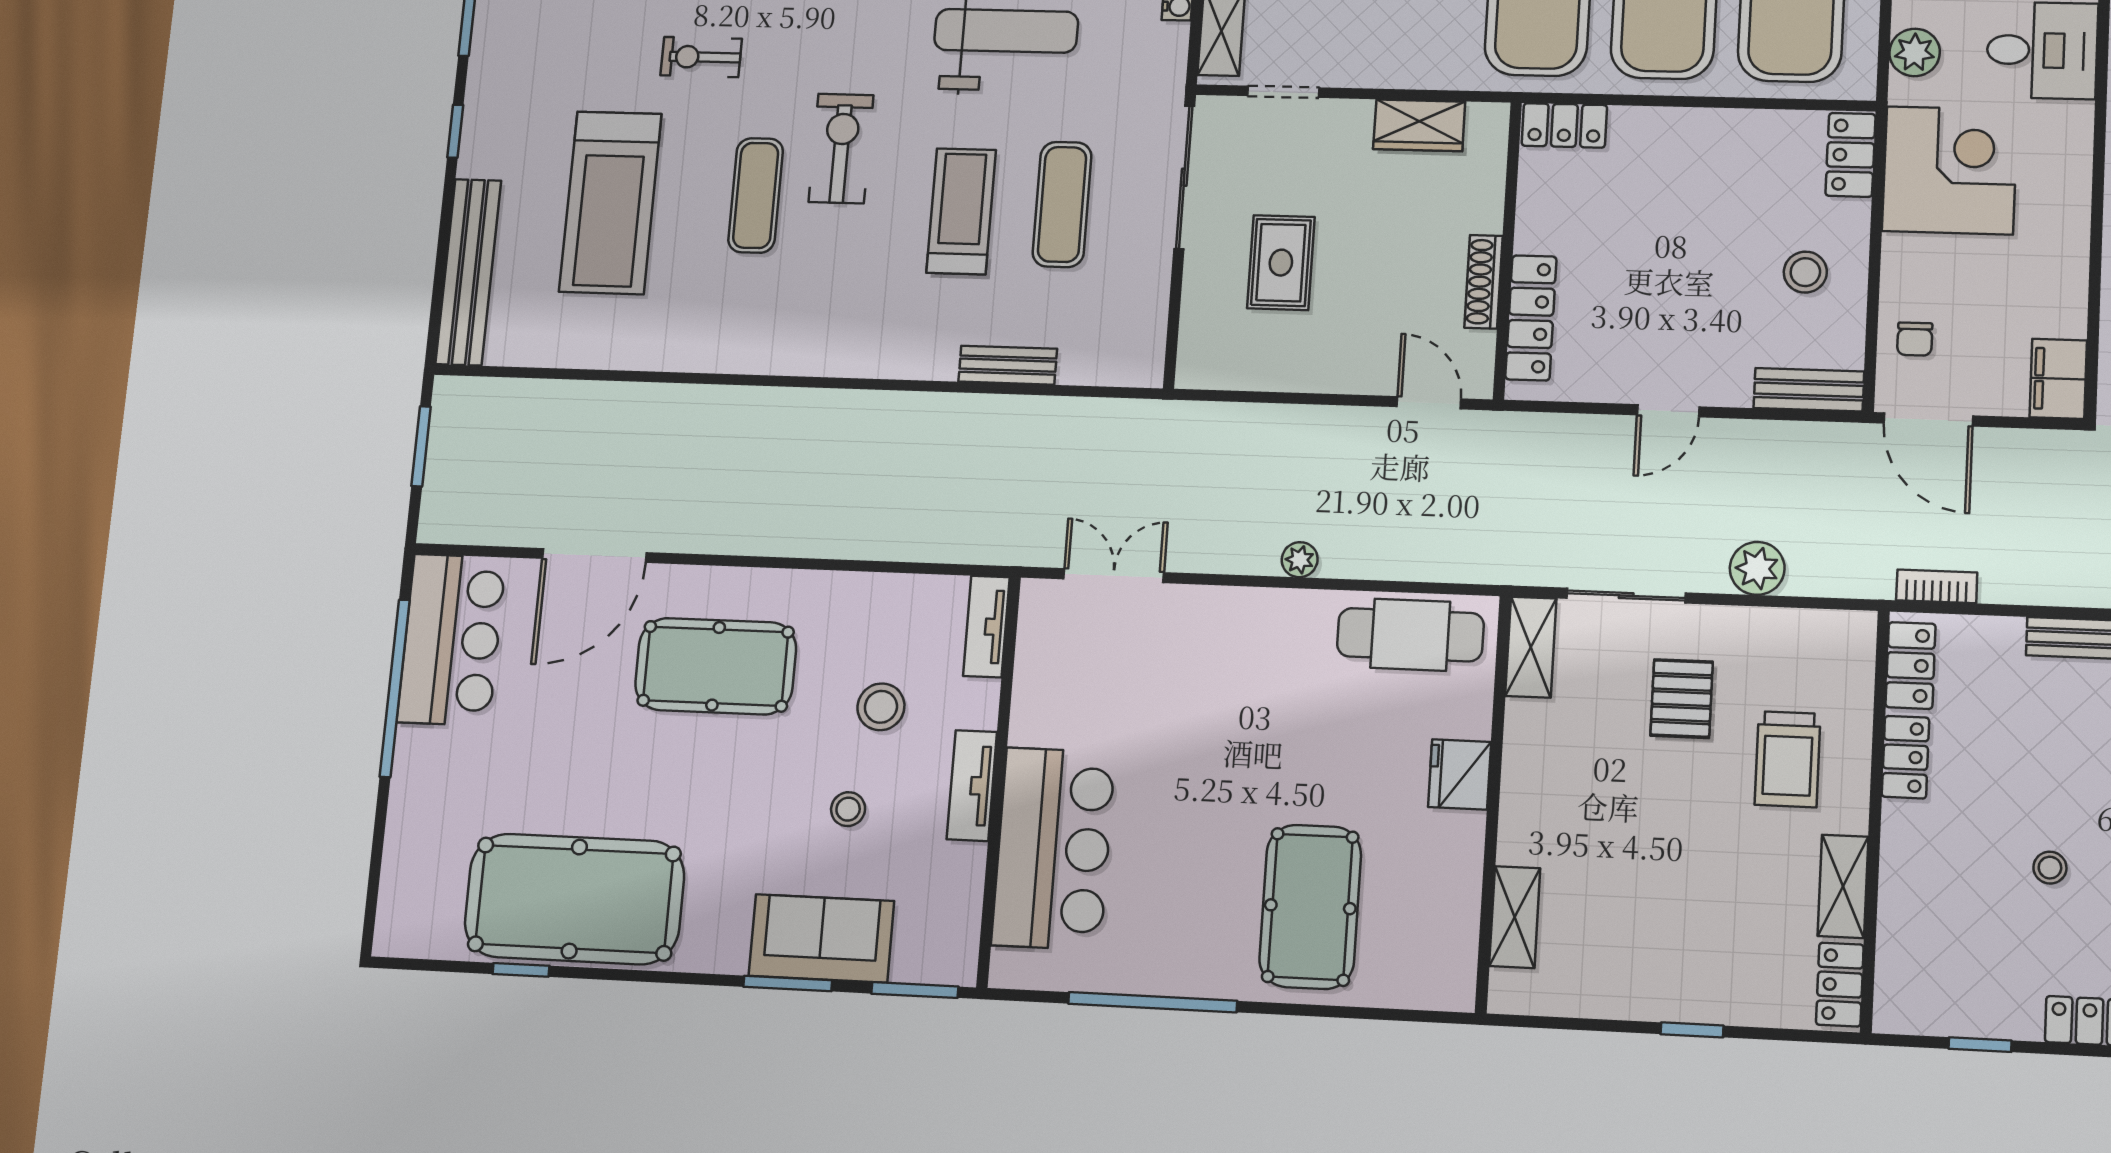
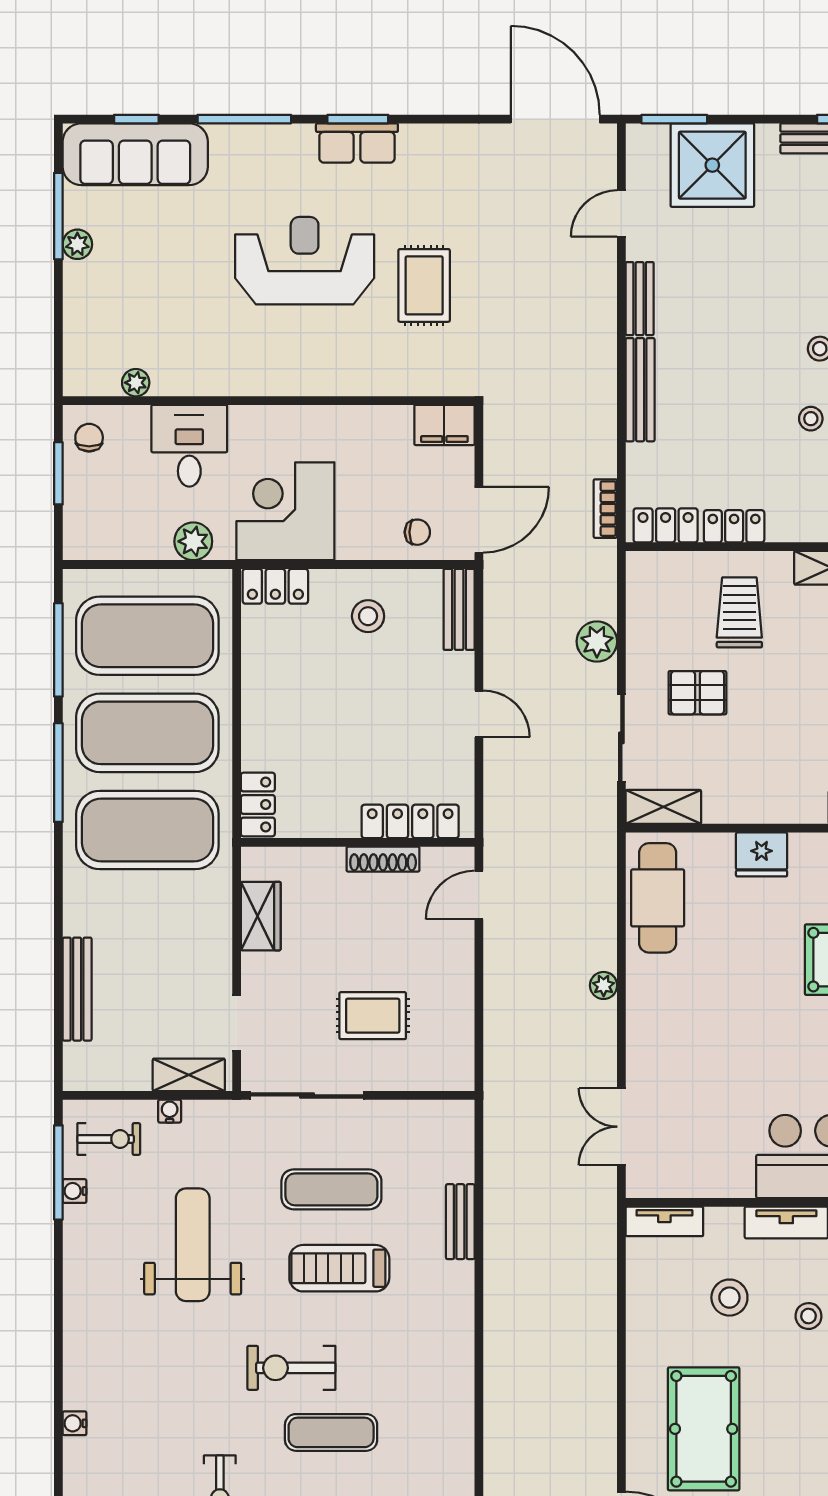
trolley: (1788, 759) -> (739, 612), turned -90

